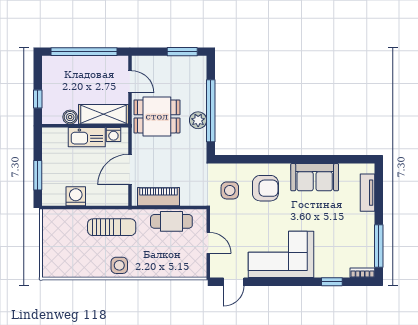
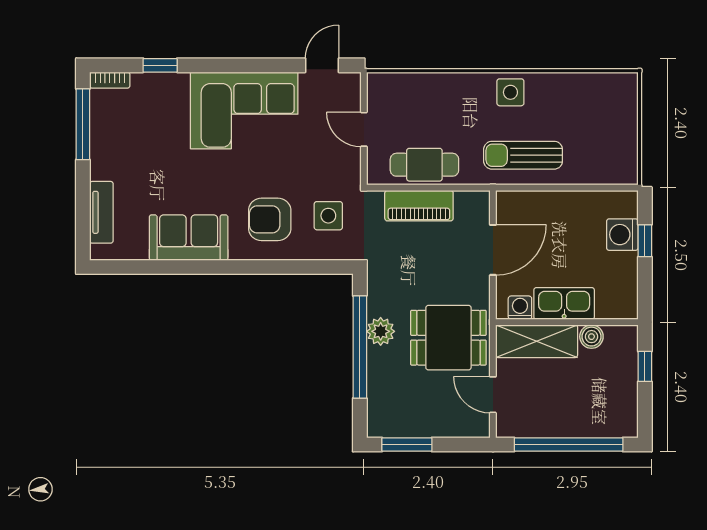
window: (38, 175) -> (645, 241), width x0.67
washing machine: (76, 196) -> (622, 235), moved, turned 90
piano: (158, 197) -> (419, 206), moved

